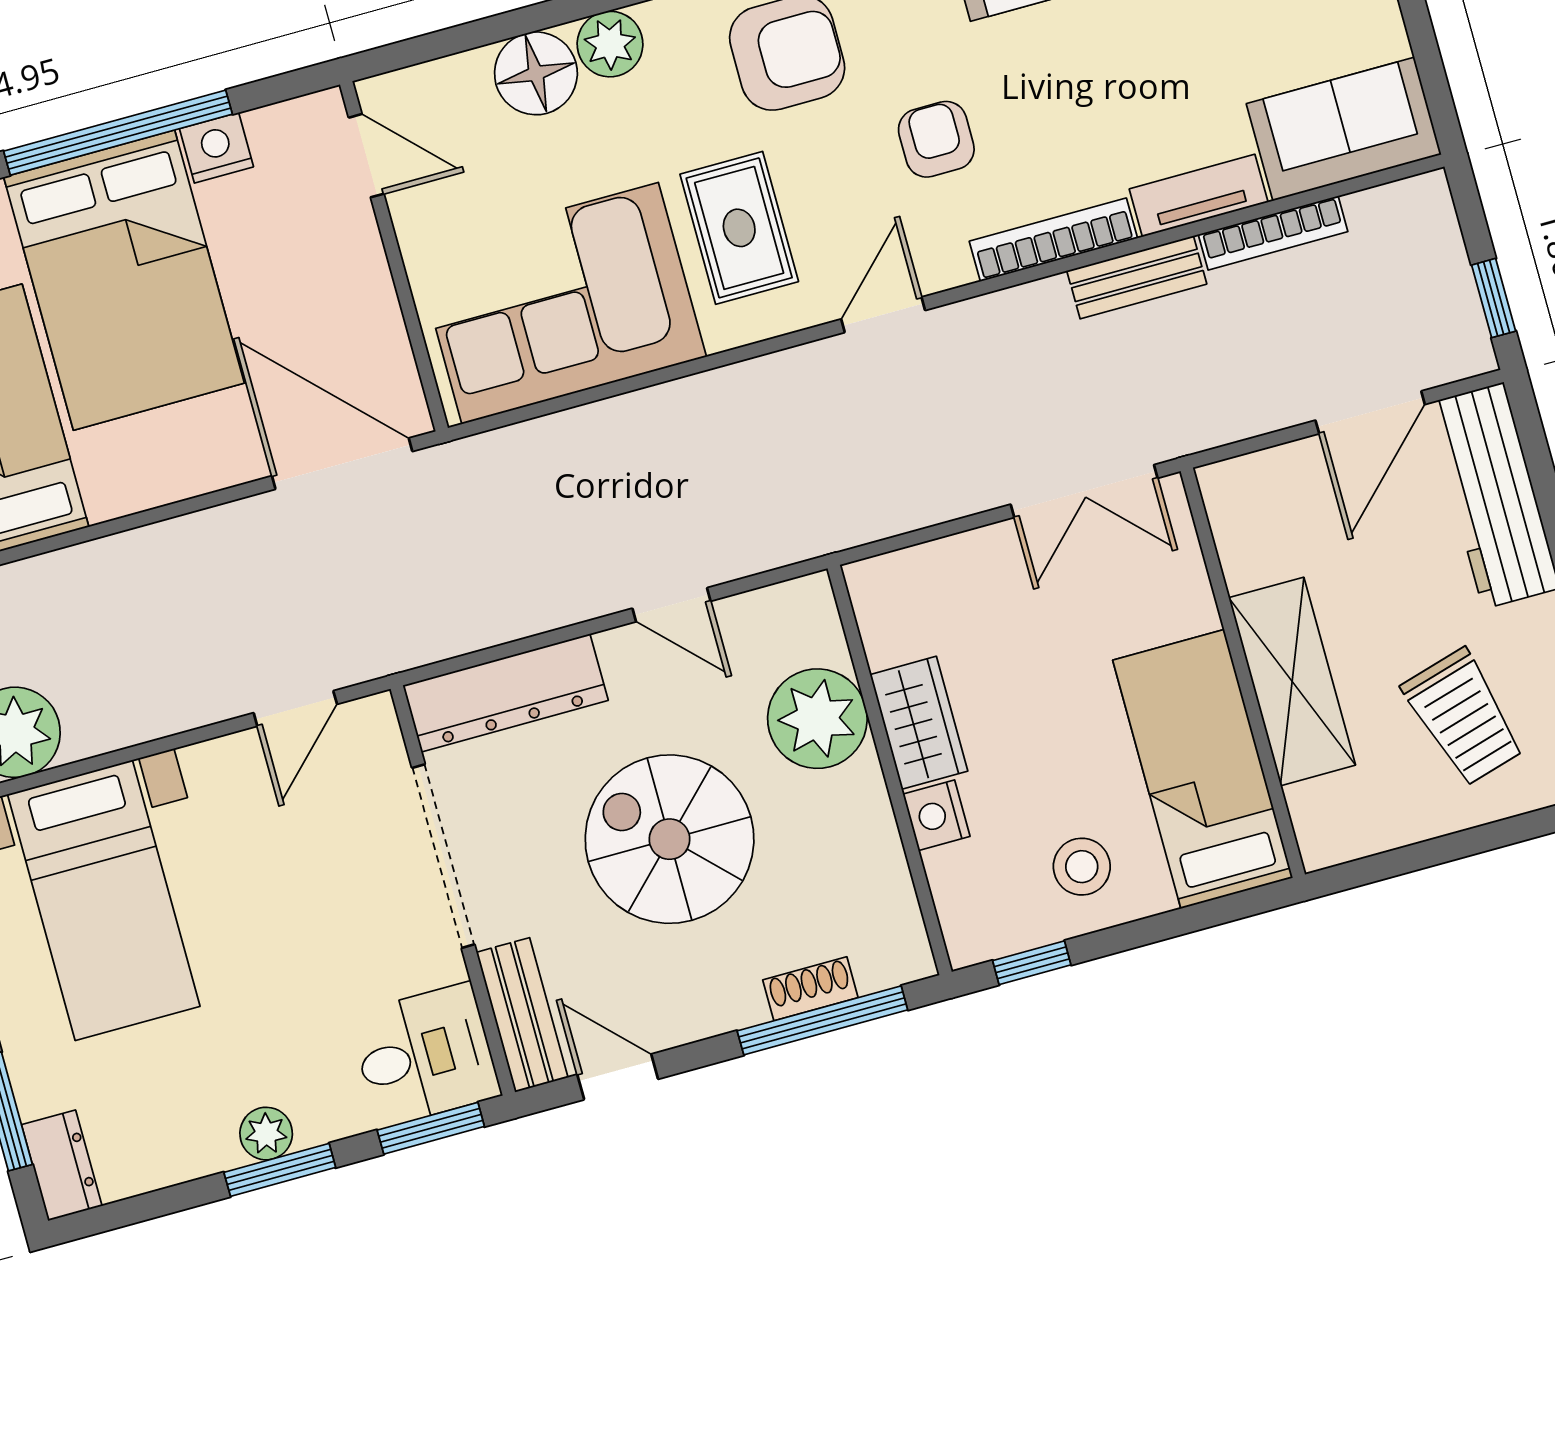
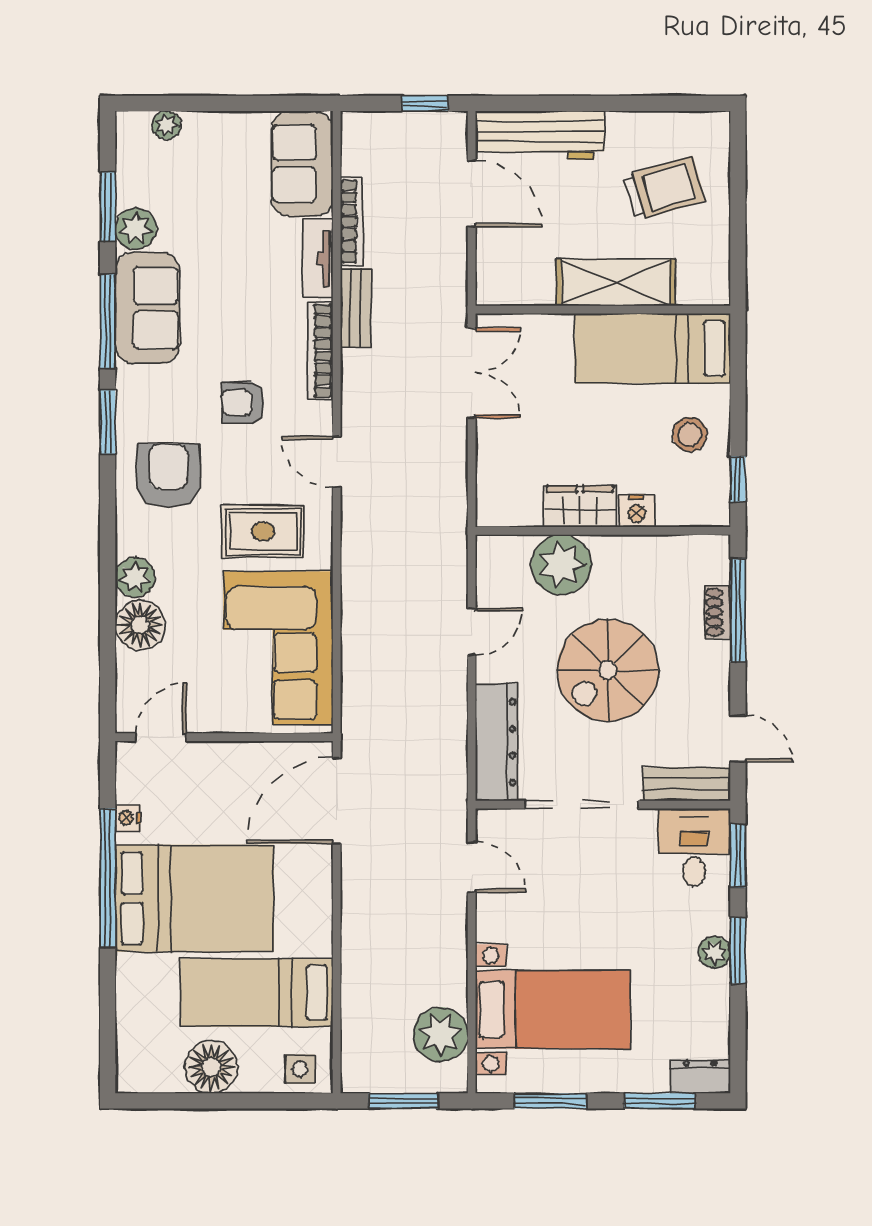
nightstand: (216, 148) -> (128, 818), width x0.72, depth x0.74
door: (618, 1077) -> (738, 739), swing flipped

